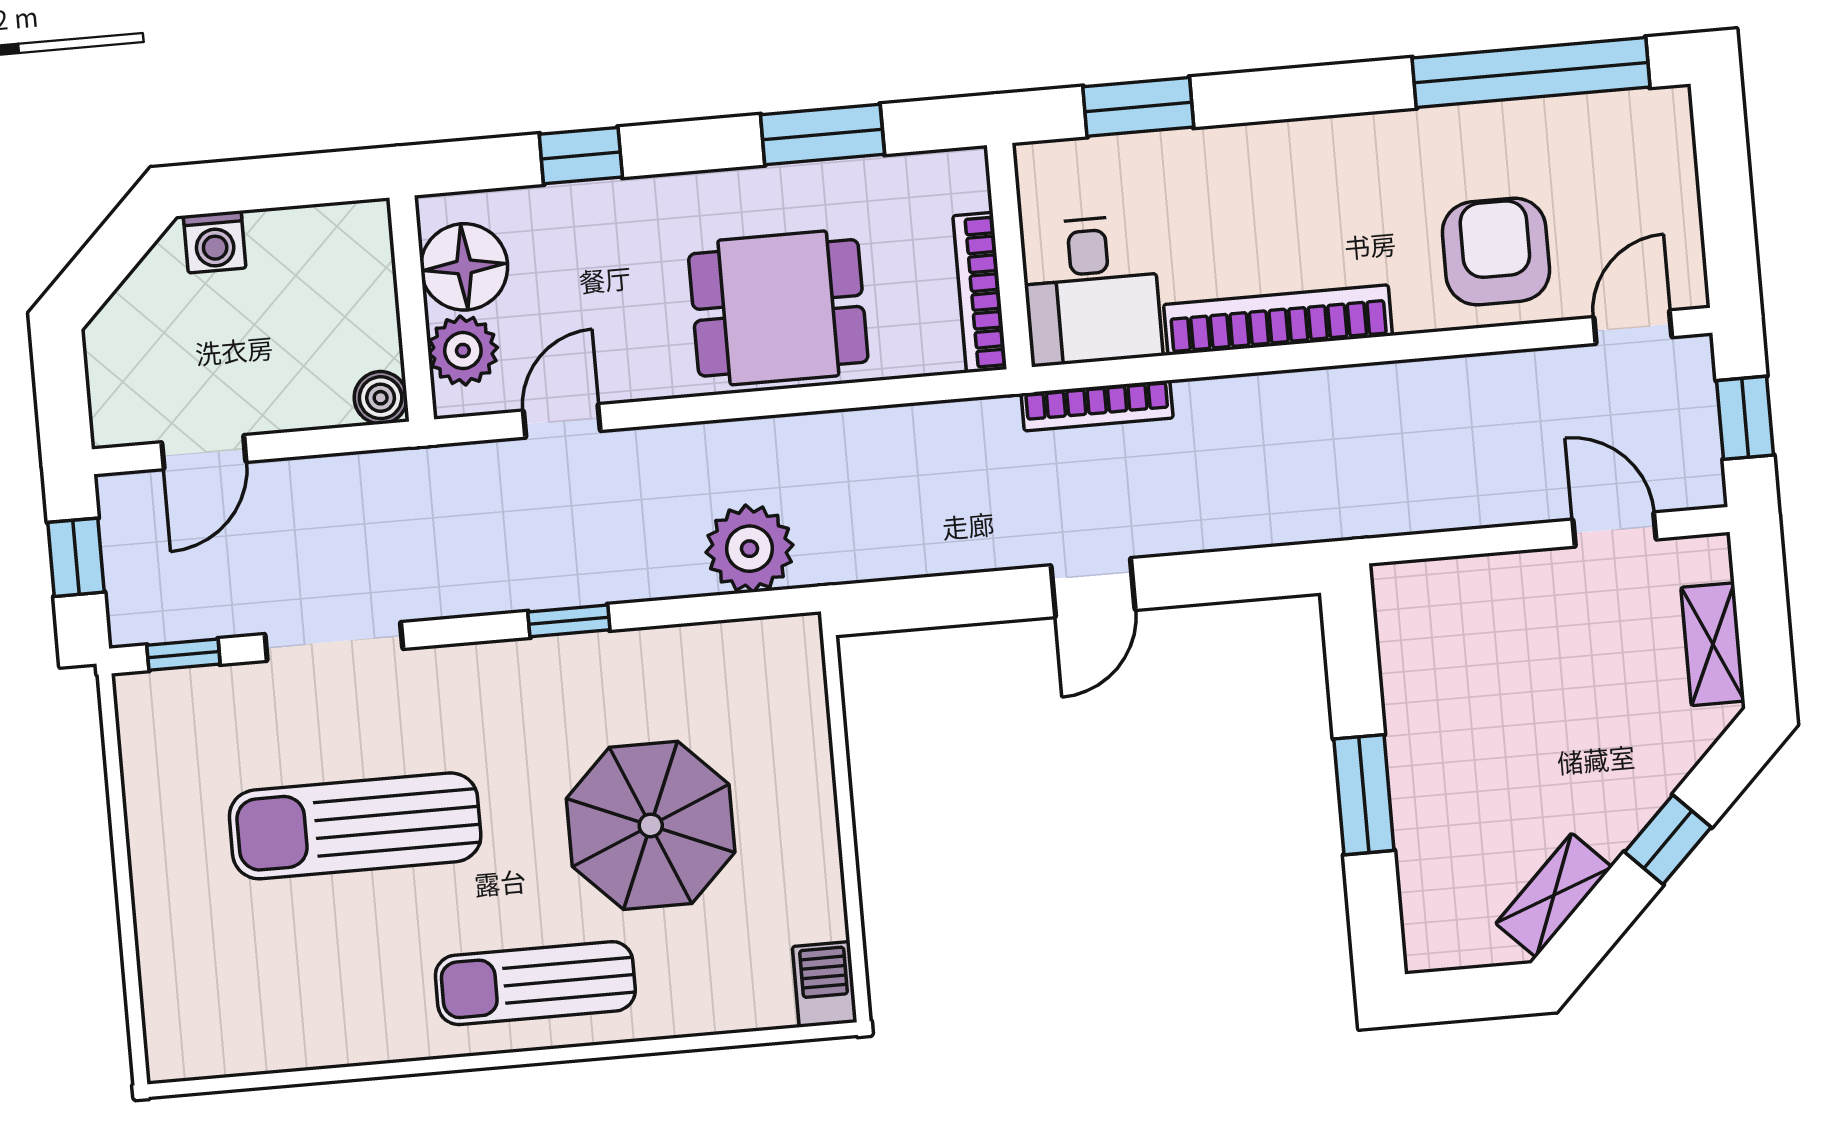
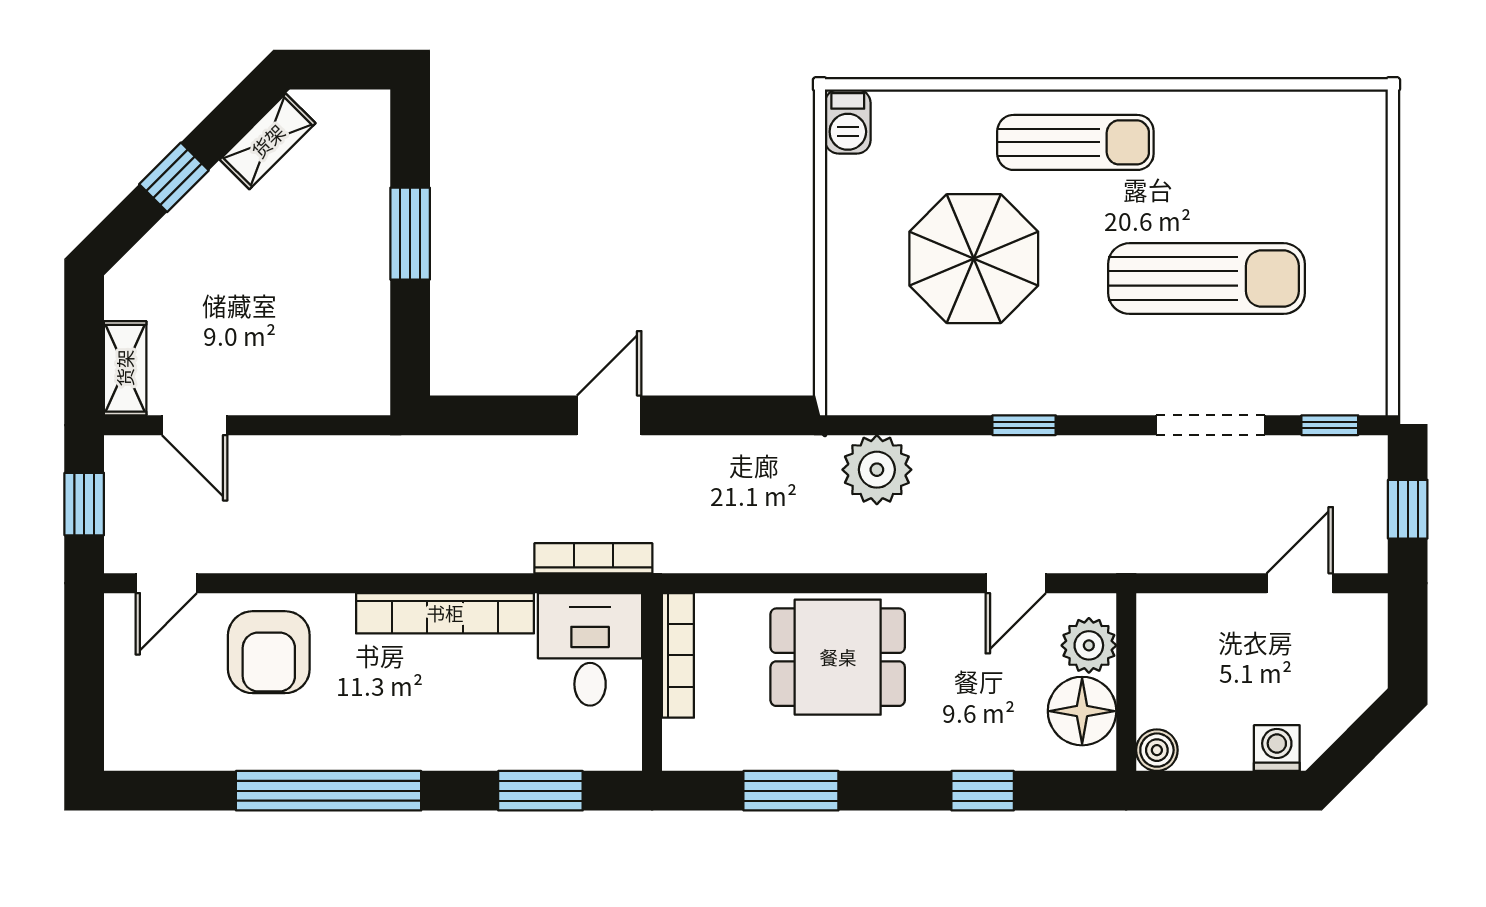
window: (1531, 73) -> (329, 791), moved
boiler: (381, 398) -> (1157, 750), moved
shelving: (1713, 644) -> (125, 368), moved

